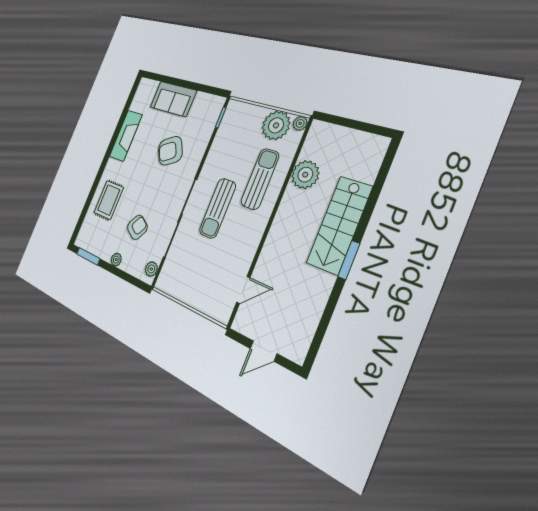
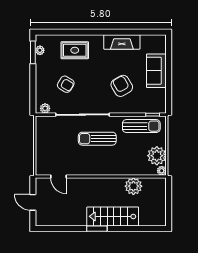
sun lounger: (260, 179) -> (141, 126), moved
plant: (116, 260) -> (40, 50), moved

